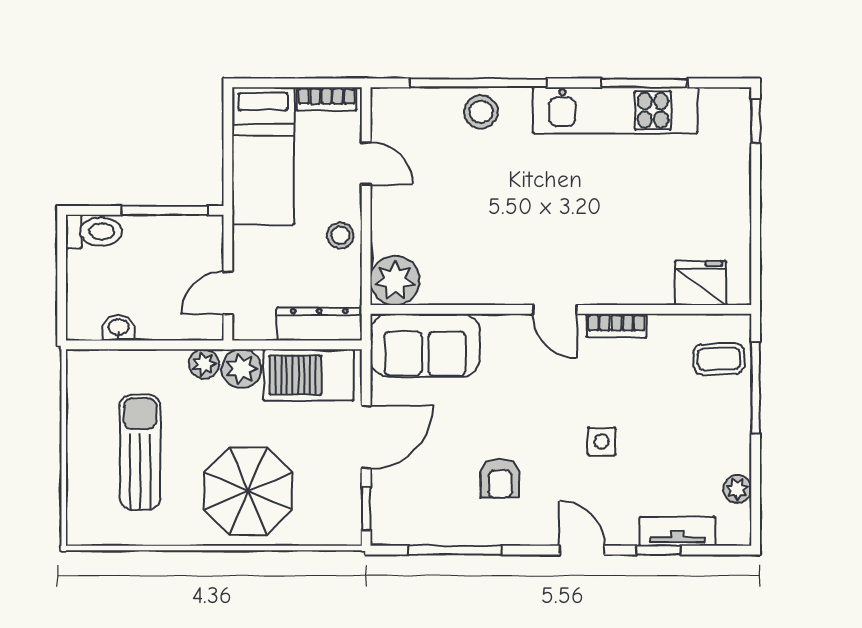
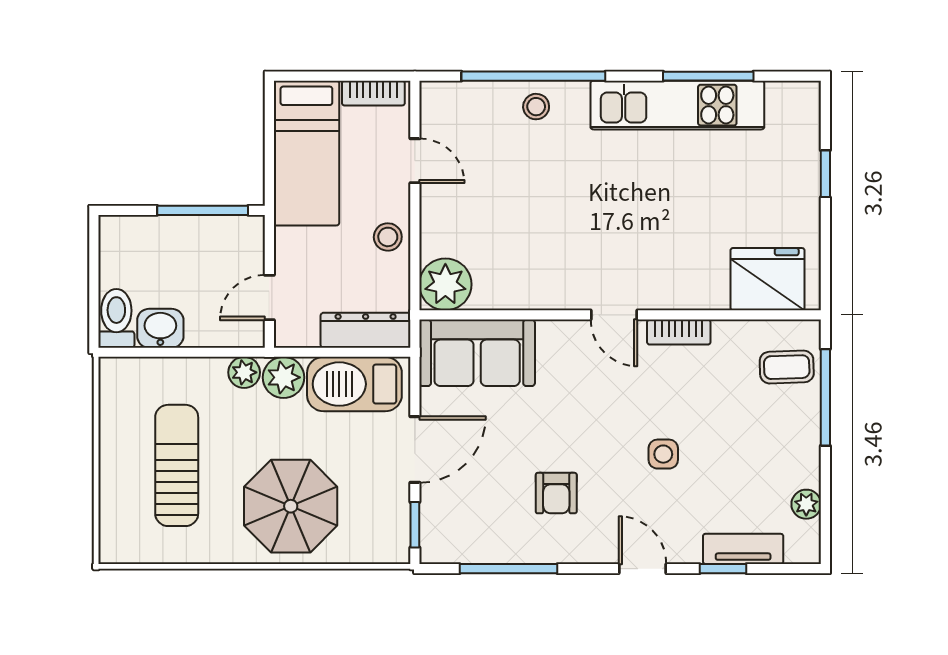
stool: (481, 112) -> (536, 107), width x0.73, depth x0.73
window: (756, 121) -> (825, 174), moved
toilet: (94, 232) -> (116, 318), moved, turned -90
fridge: (701, 283) -> (767, 279), width x1.36, depth x1.34
washbasin: (118, 328) -> (160, 328), width x1.38, depth x1.45

